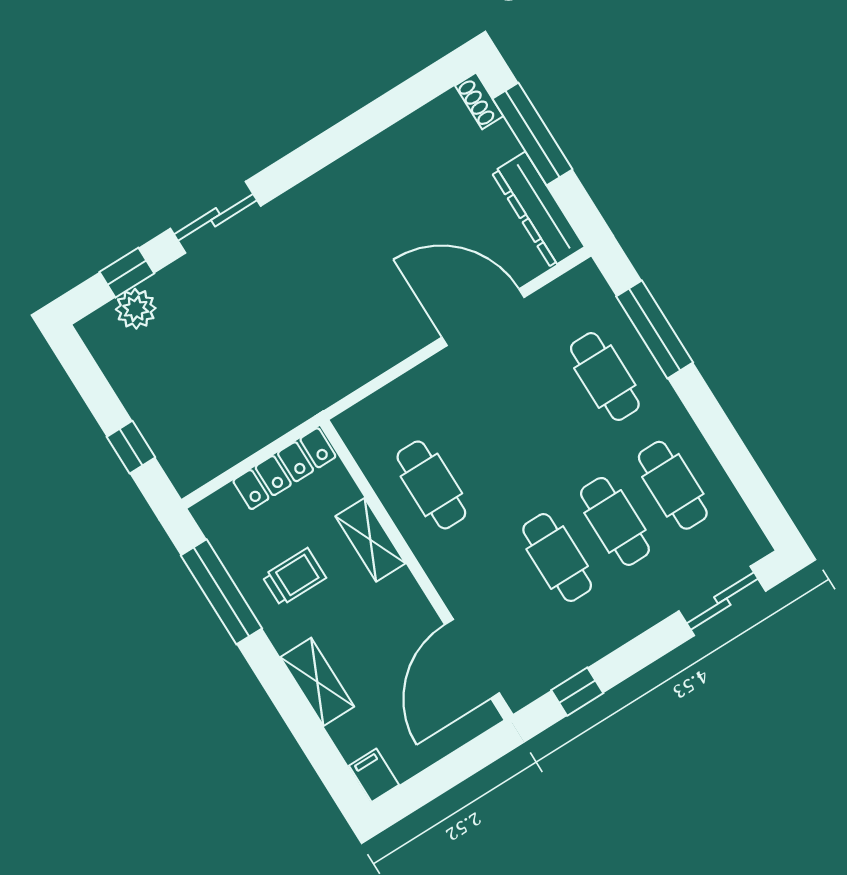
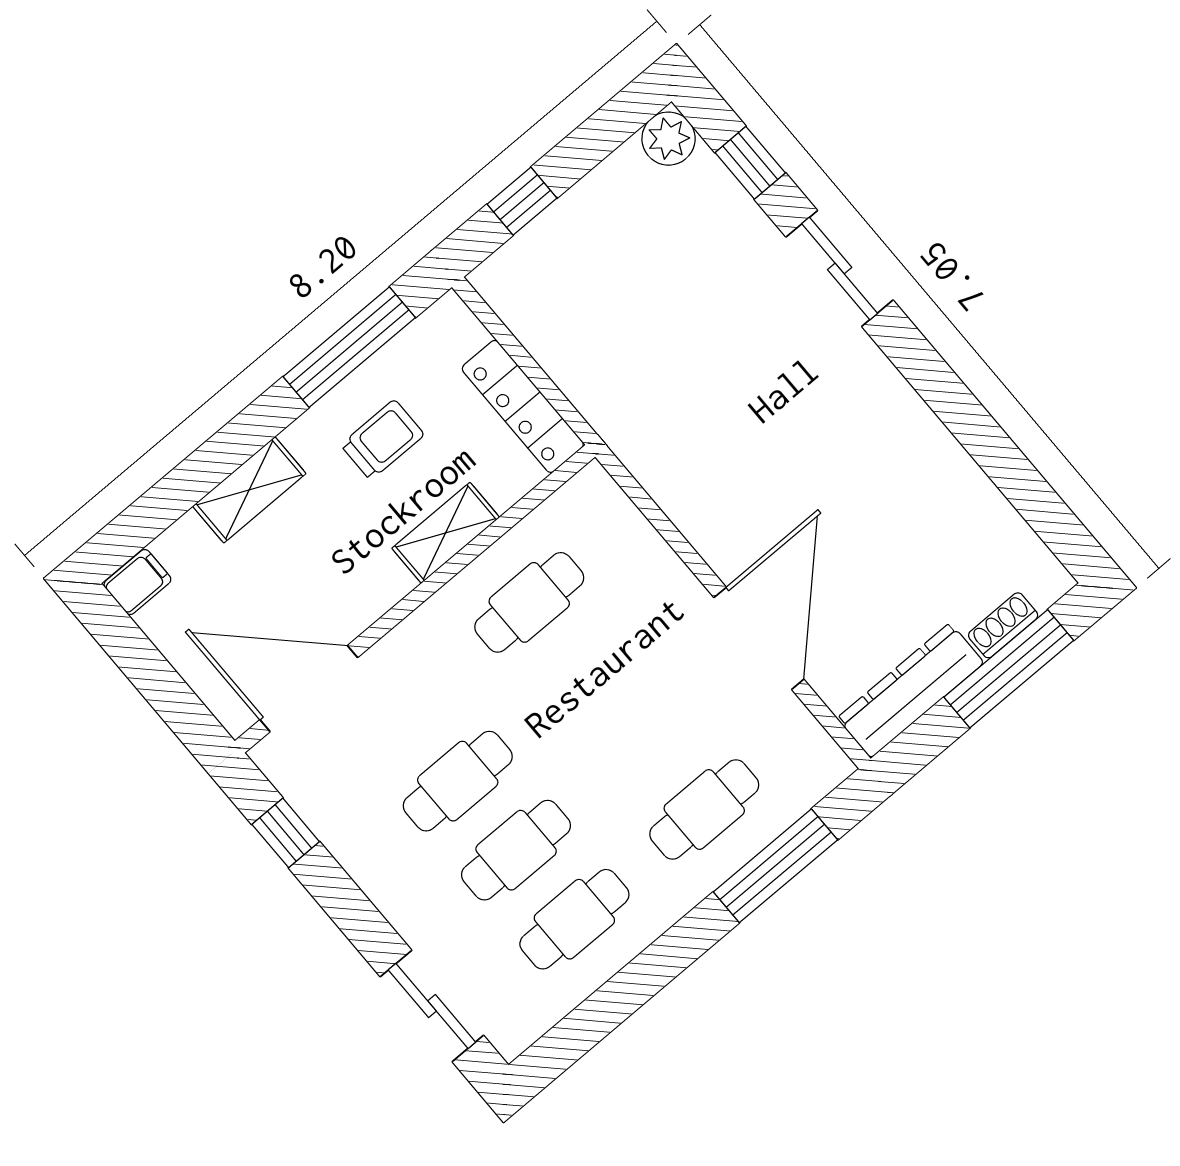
shoe rack: (479, 101) -> (1003, 625), moved
plant: (136, 309) -> (669, 139), moved
trolley: (294, 577) -> (383, 440), turned -90

